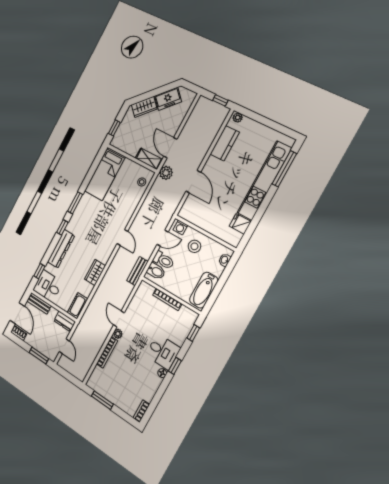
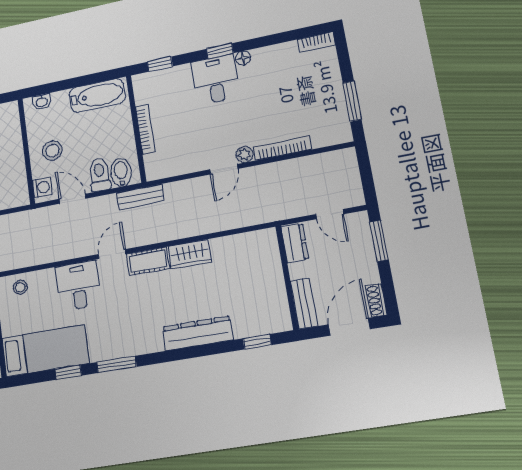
window: (62, 227) -> (68, 372), moved
desk: (48, 286) -> (78, 286), moved, turned 180
cot: (78, 306) -> (148, 261), moved
door: (64, 346) -> (330, 214), swing flipped

